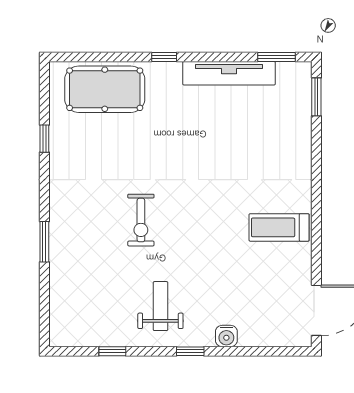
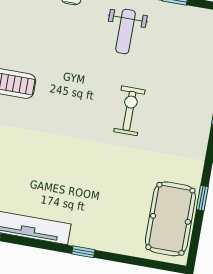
pool table: (105, 89) -> (170, 219), moved, turned 90

